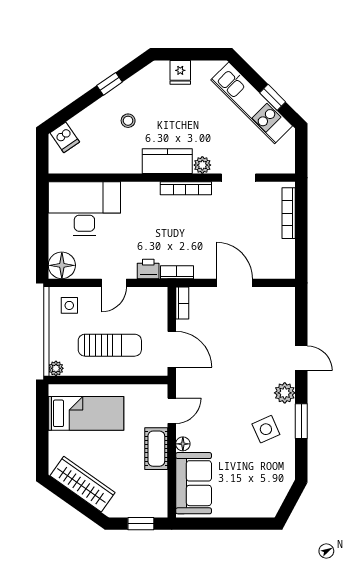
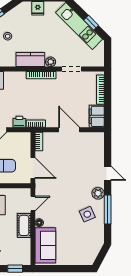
filing cabinet: (282, 260) -> (97, 116), added
window: (301, 421) -> (108, 210), width x1.44

